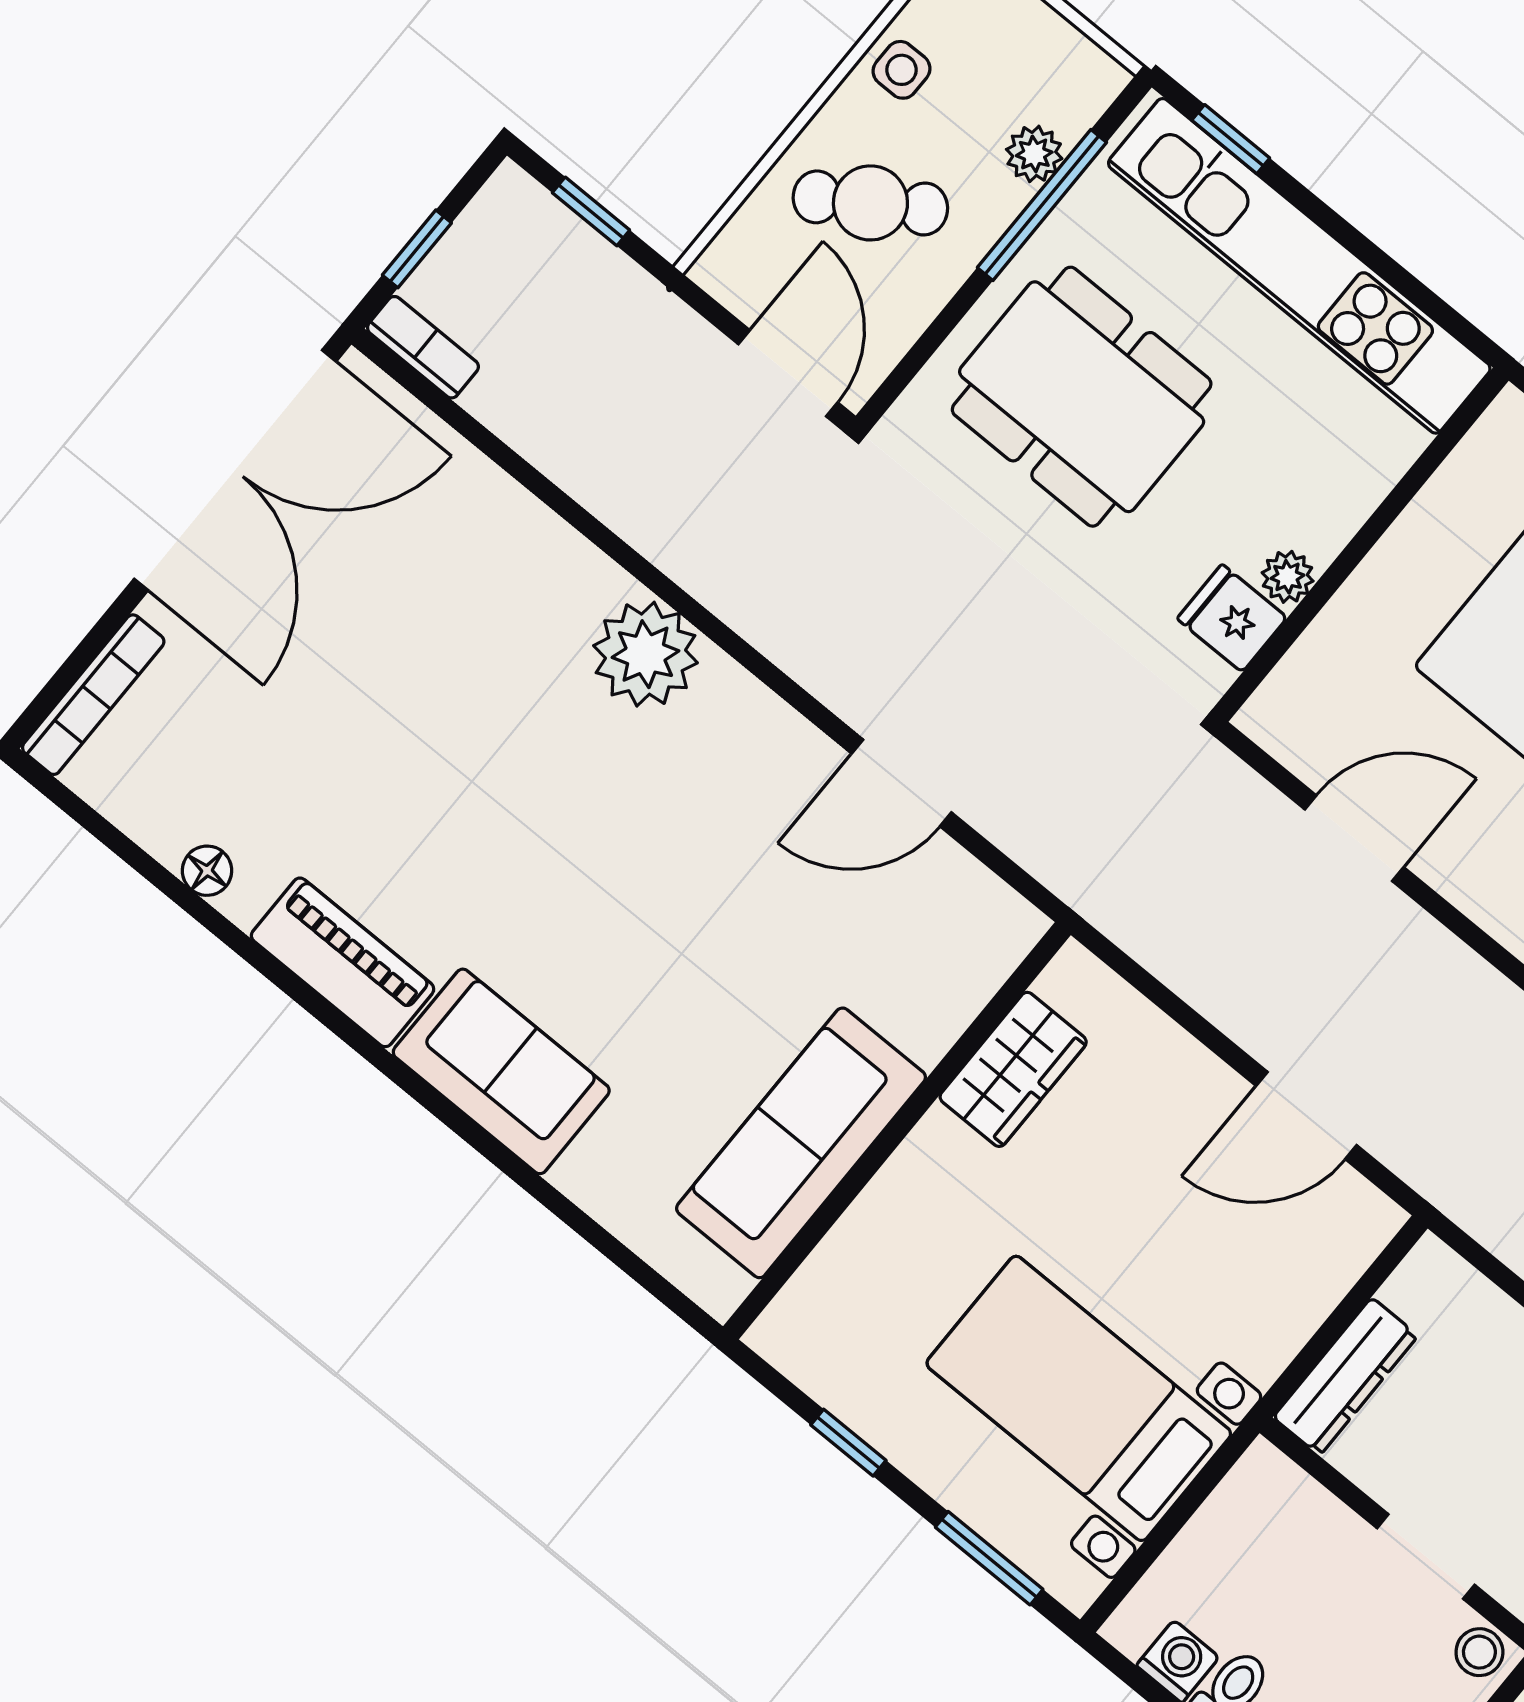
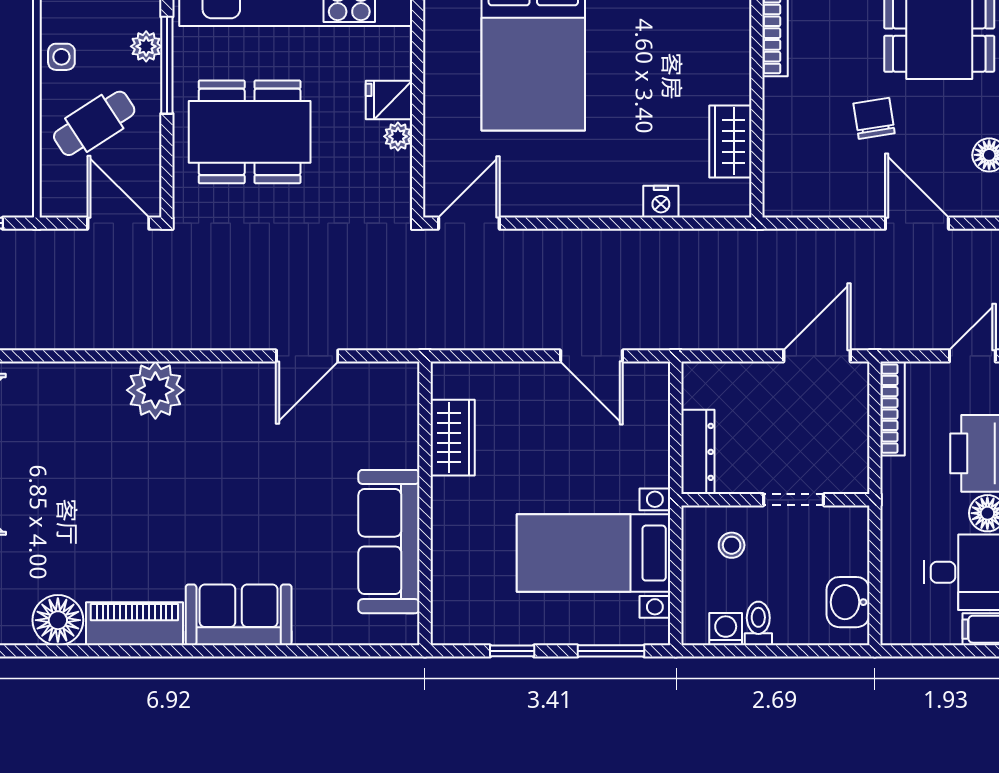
fridge: (1232, 618) -> (389, 100), moved
door: (1354, 838) -> (469, 223), moved
floor lamp: (207, 871) -> (58, 620), width x1.89, depth x1.89
door: (1306, 1115) -> (591, 356), hinge flipped
stool: (1479, 1652) -> (732, 545), moved

